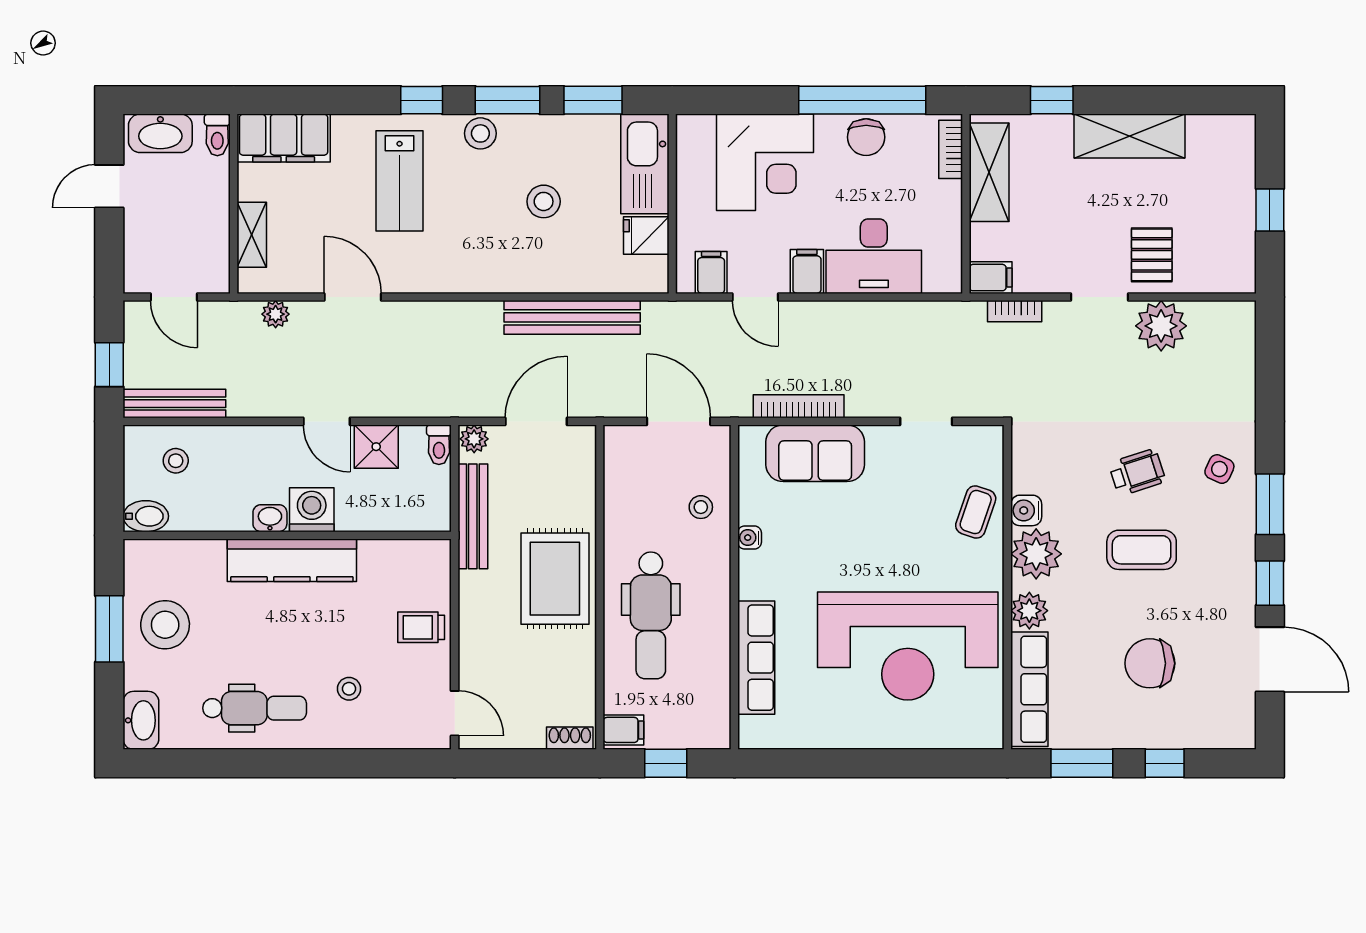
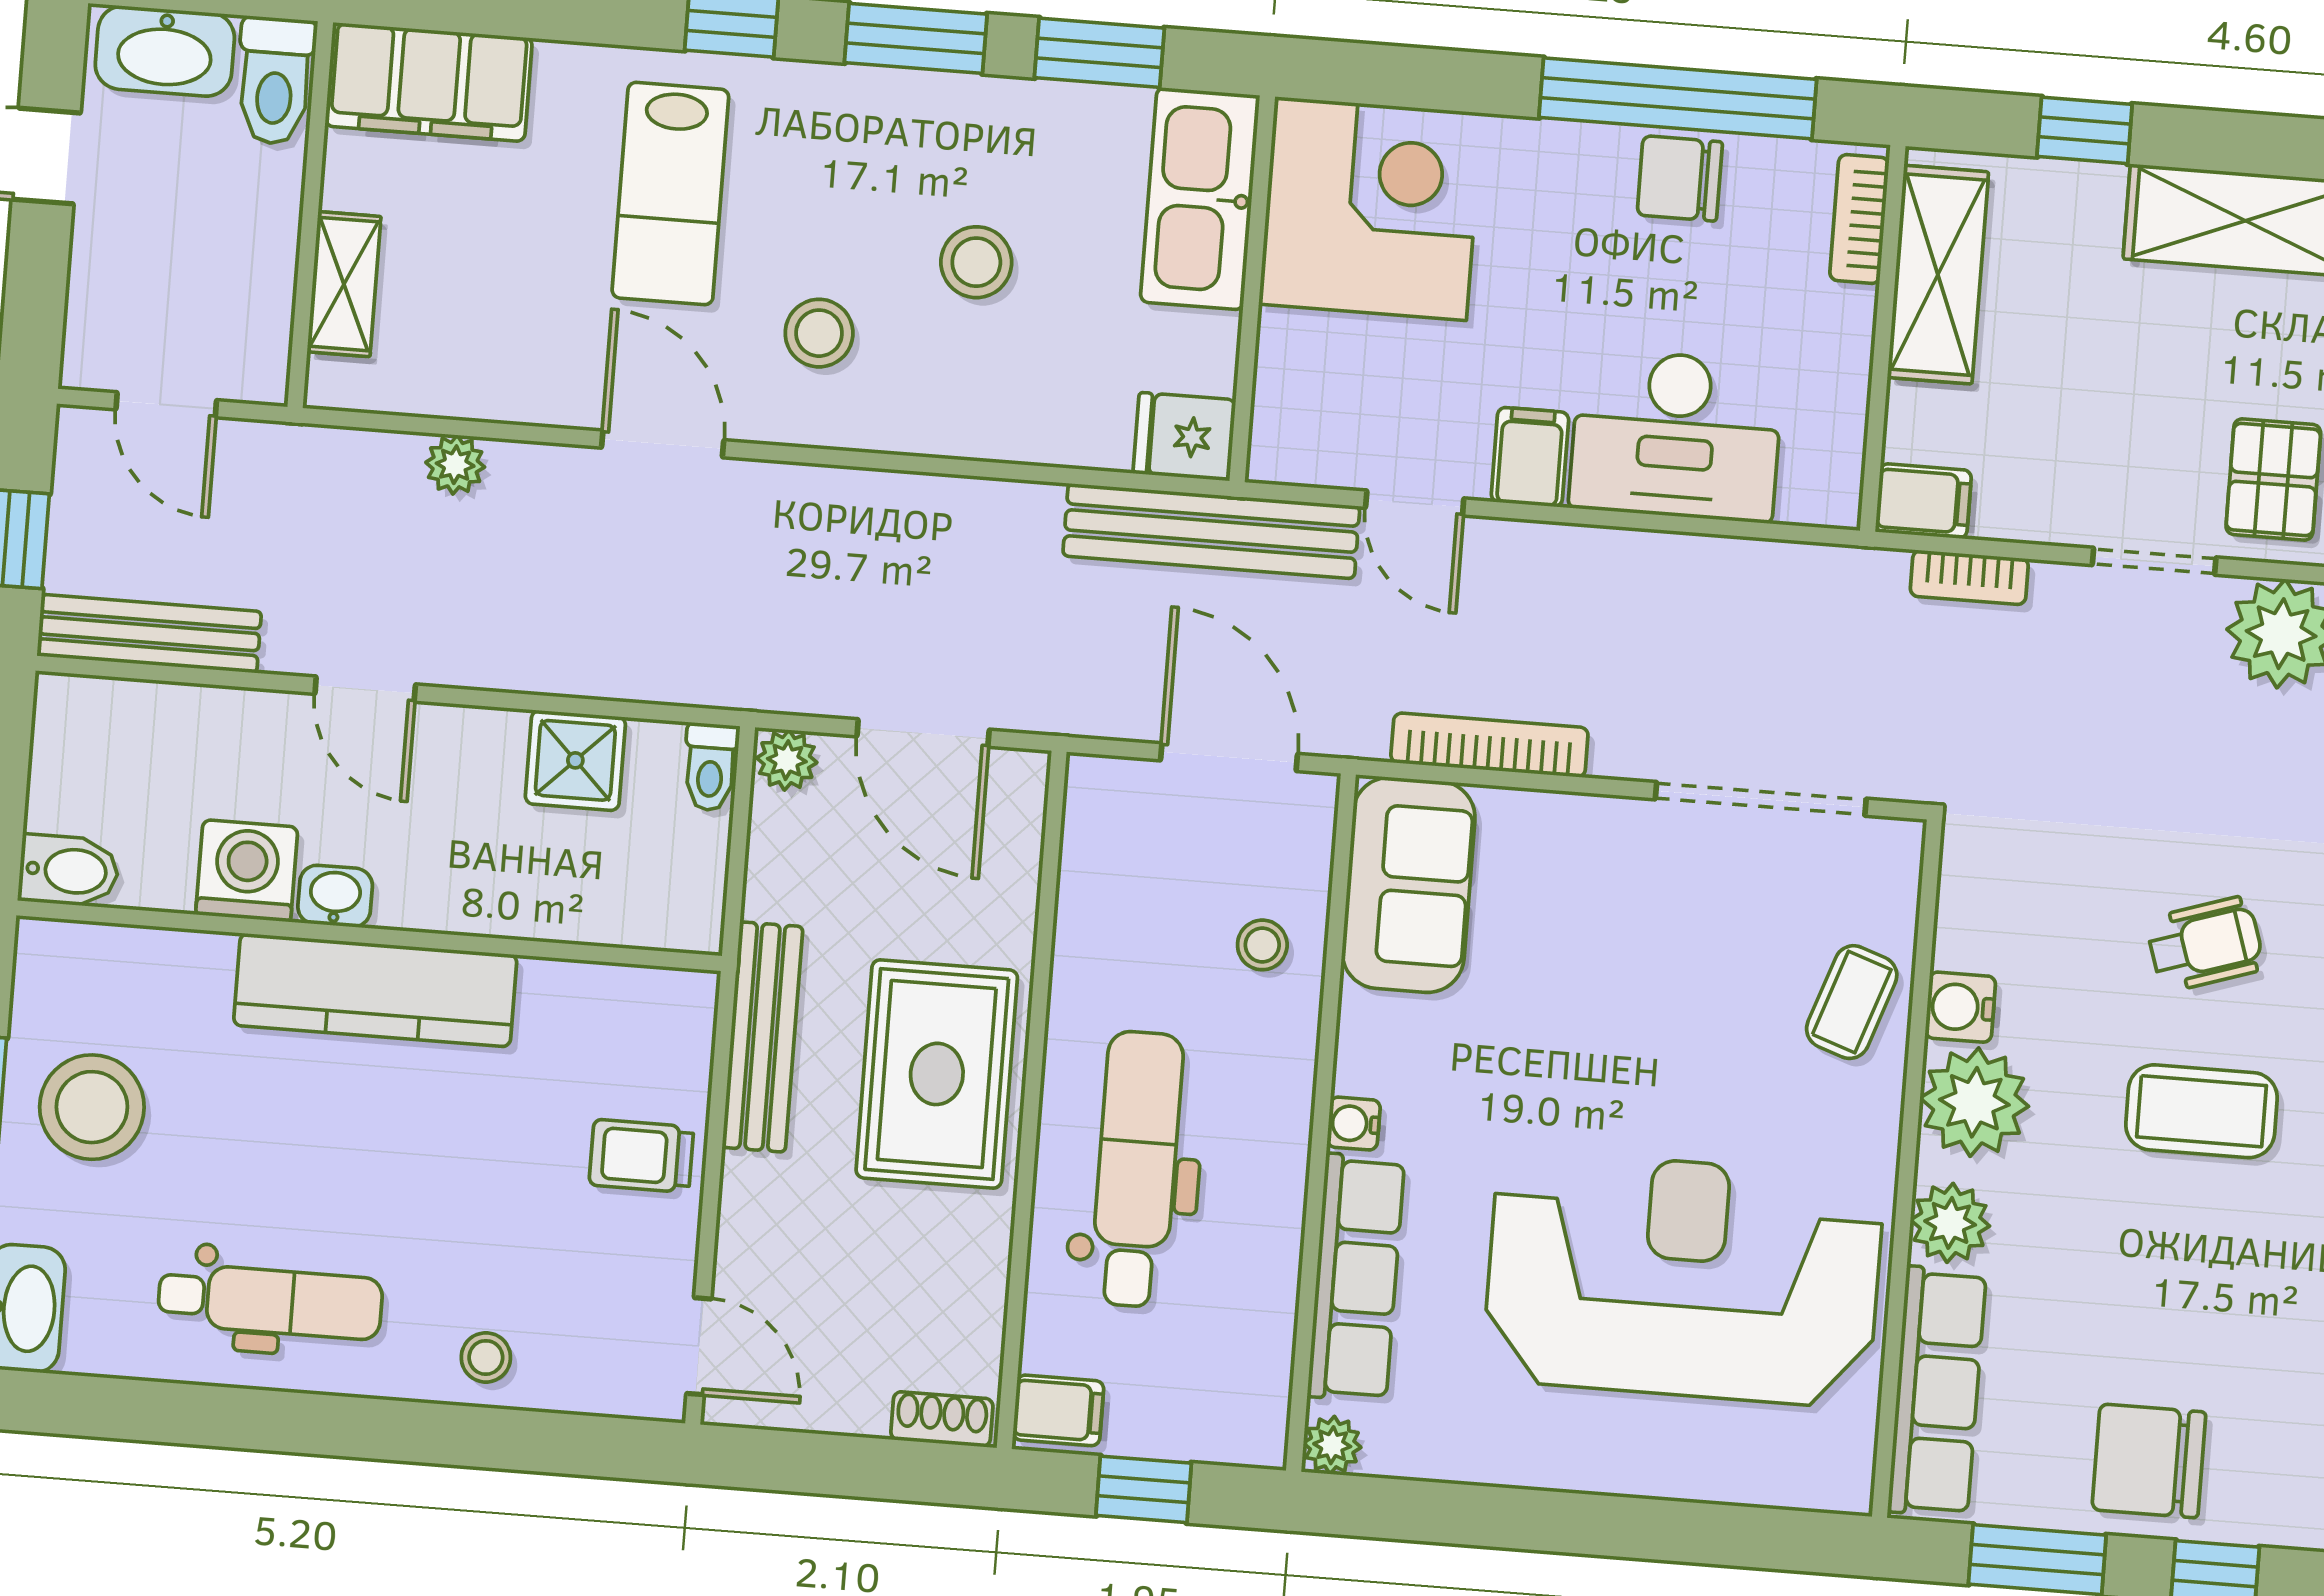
stool: (480, 133) -> (819, 333), moved
toilet: (217, 135) -> (275, 81), width x1.37, depth x1.39
chair: (866, 137) -> (1680, 178), turned 90
corner desk: (765, 162) -> (1371, 209), moved, turned -90
fridge: (646, 236) -> (1184, 437), moved
filing cabinet: (711, 273) -> (1324, 443), removed
door: (353, 297) -> (663, 444), moved
plant: (276, 314) -> (455, 465), moved
bench: (572, 317) -> (1211, 531), moved
door: (327, 421) -> (365, 689), moved
door: (536, 421) -> (923, 733), swing flipped
doorway: (926, 421) -> (1761, 799), width x1.88
sofa: (815, 453) -> (1409, 885), moved, turned -90
stool: (176, 461) -> (142, 757), removed
washing machine: (312, 510) -> (247, 871), moved
bench: (473, 516) -> (762, 1037), moved
water cooler: (750, 538) -> (1354, 1124), moved
dental chair: (651, 615) -> (1137, 1169), turned 180
reception desk: (908, 646) -> (1683, 1278), turned 180
chair: (1150, 663) -> (2149, 1461), moved
stool: (349, 689) -> (486, 1357), moved
plant: (751, 736) -> (1332, 1445), added

